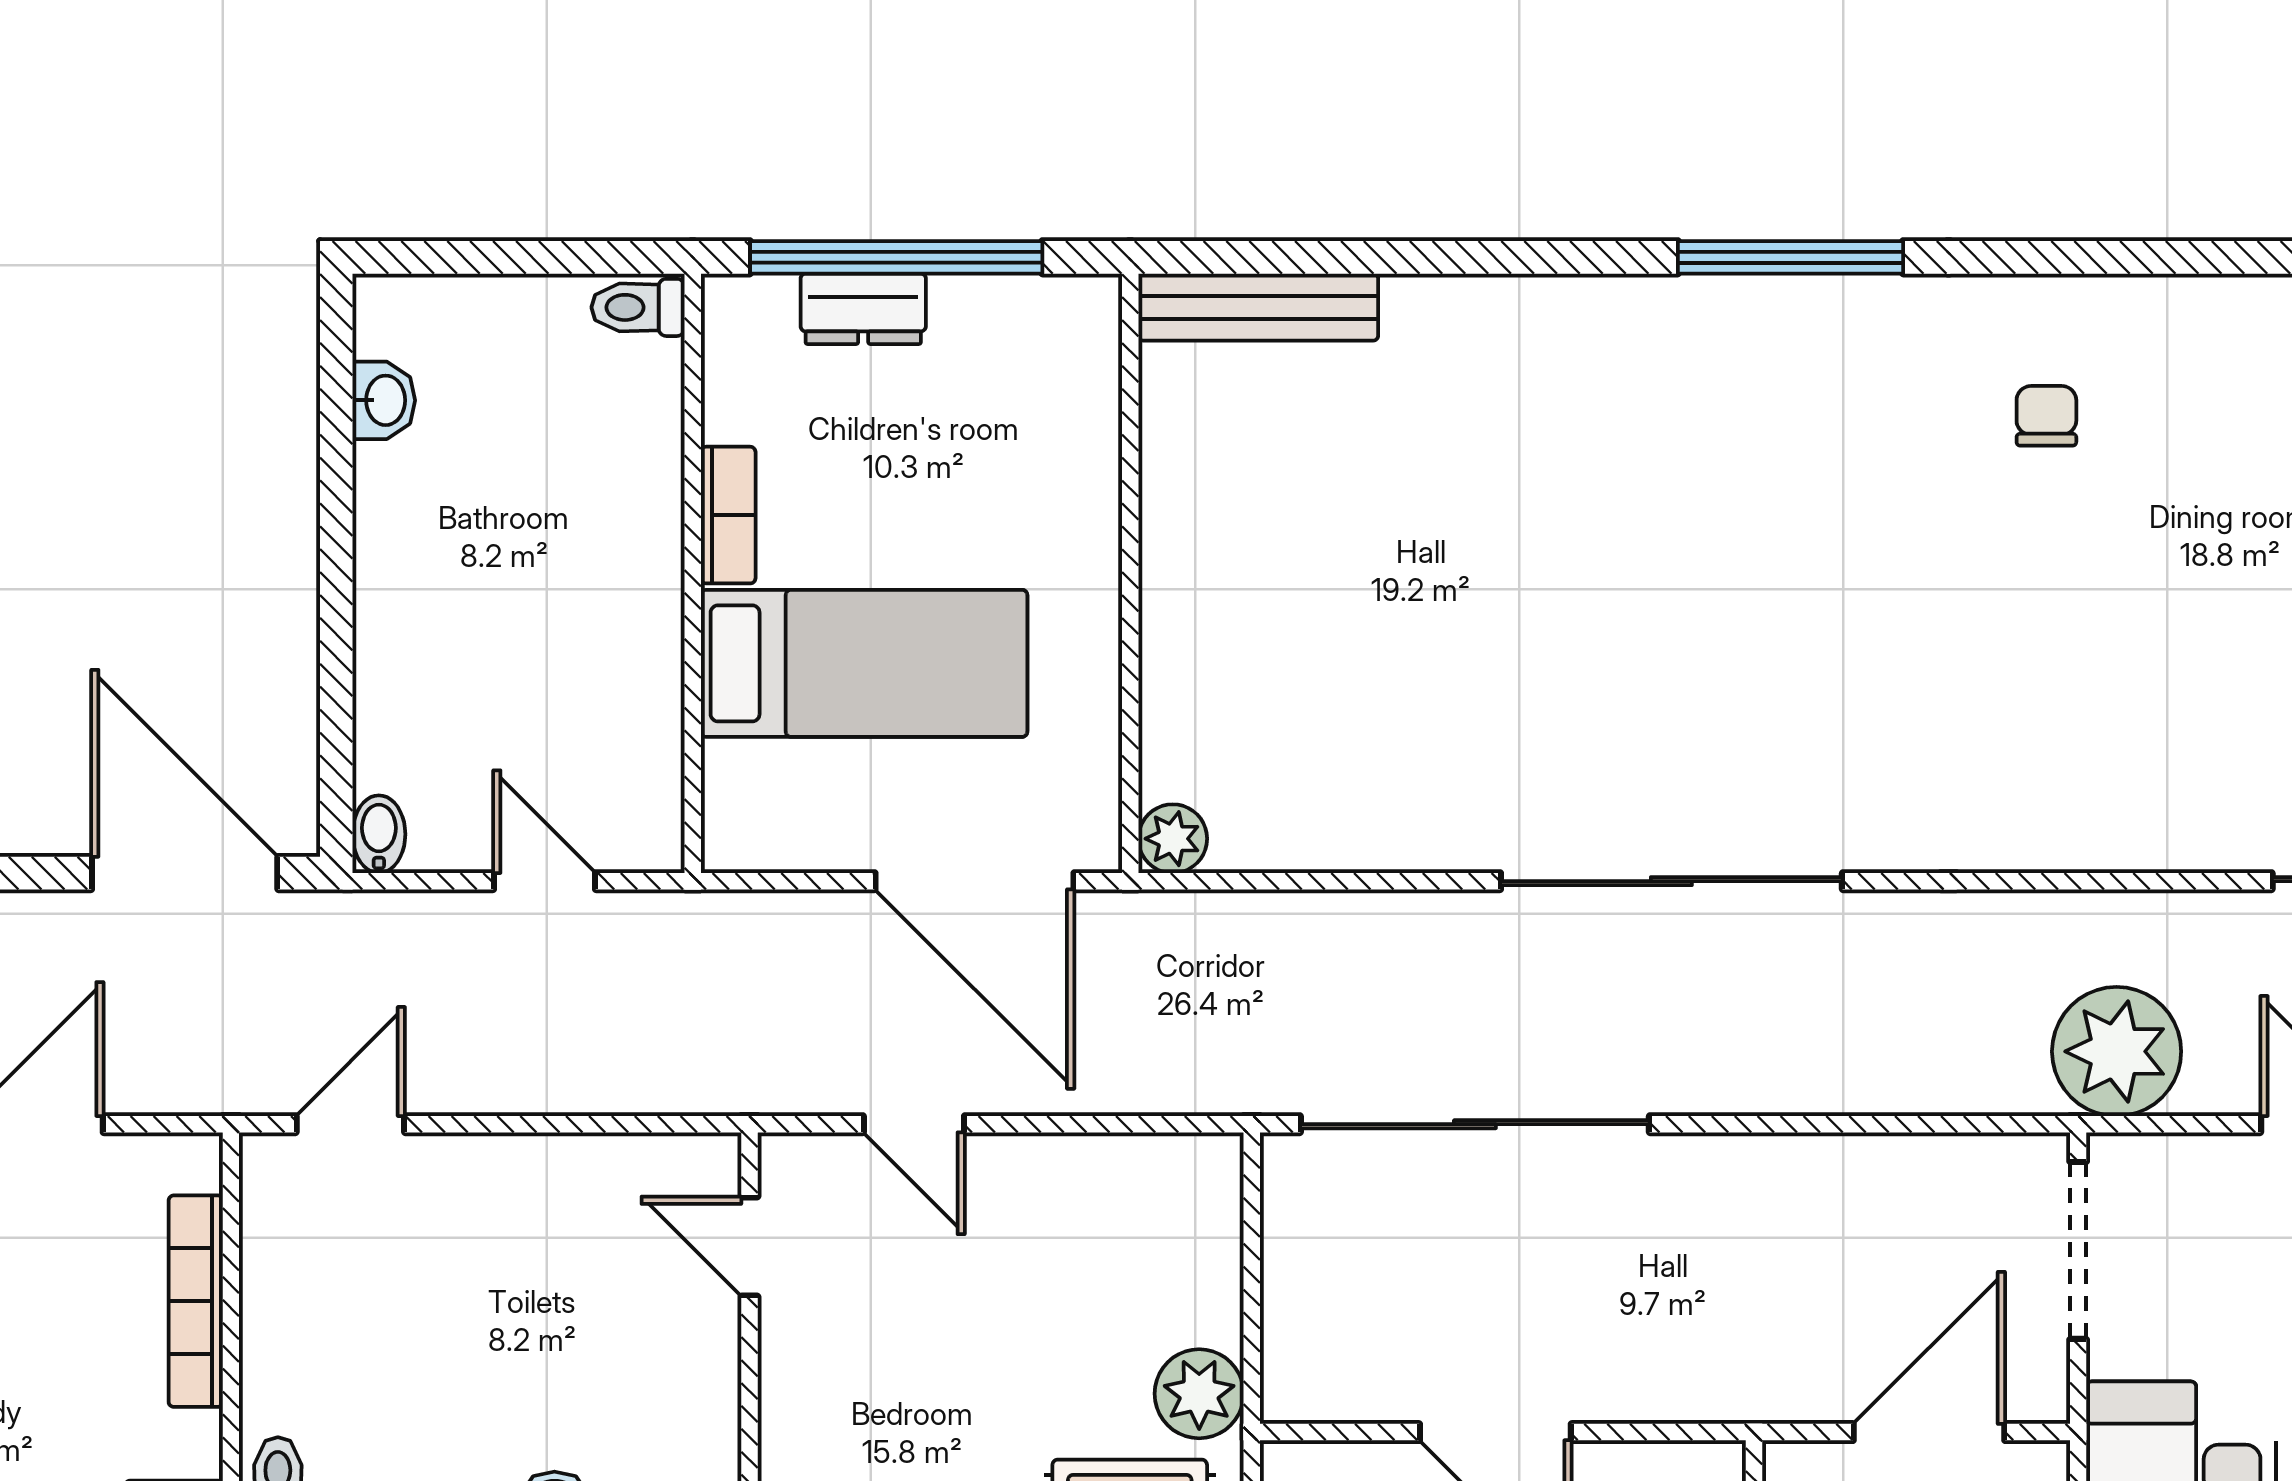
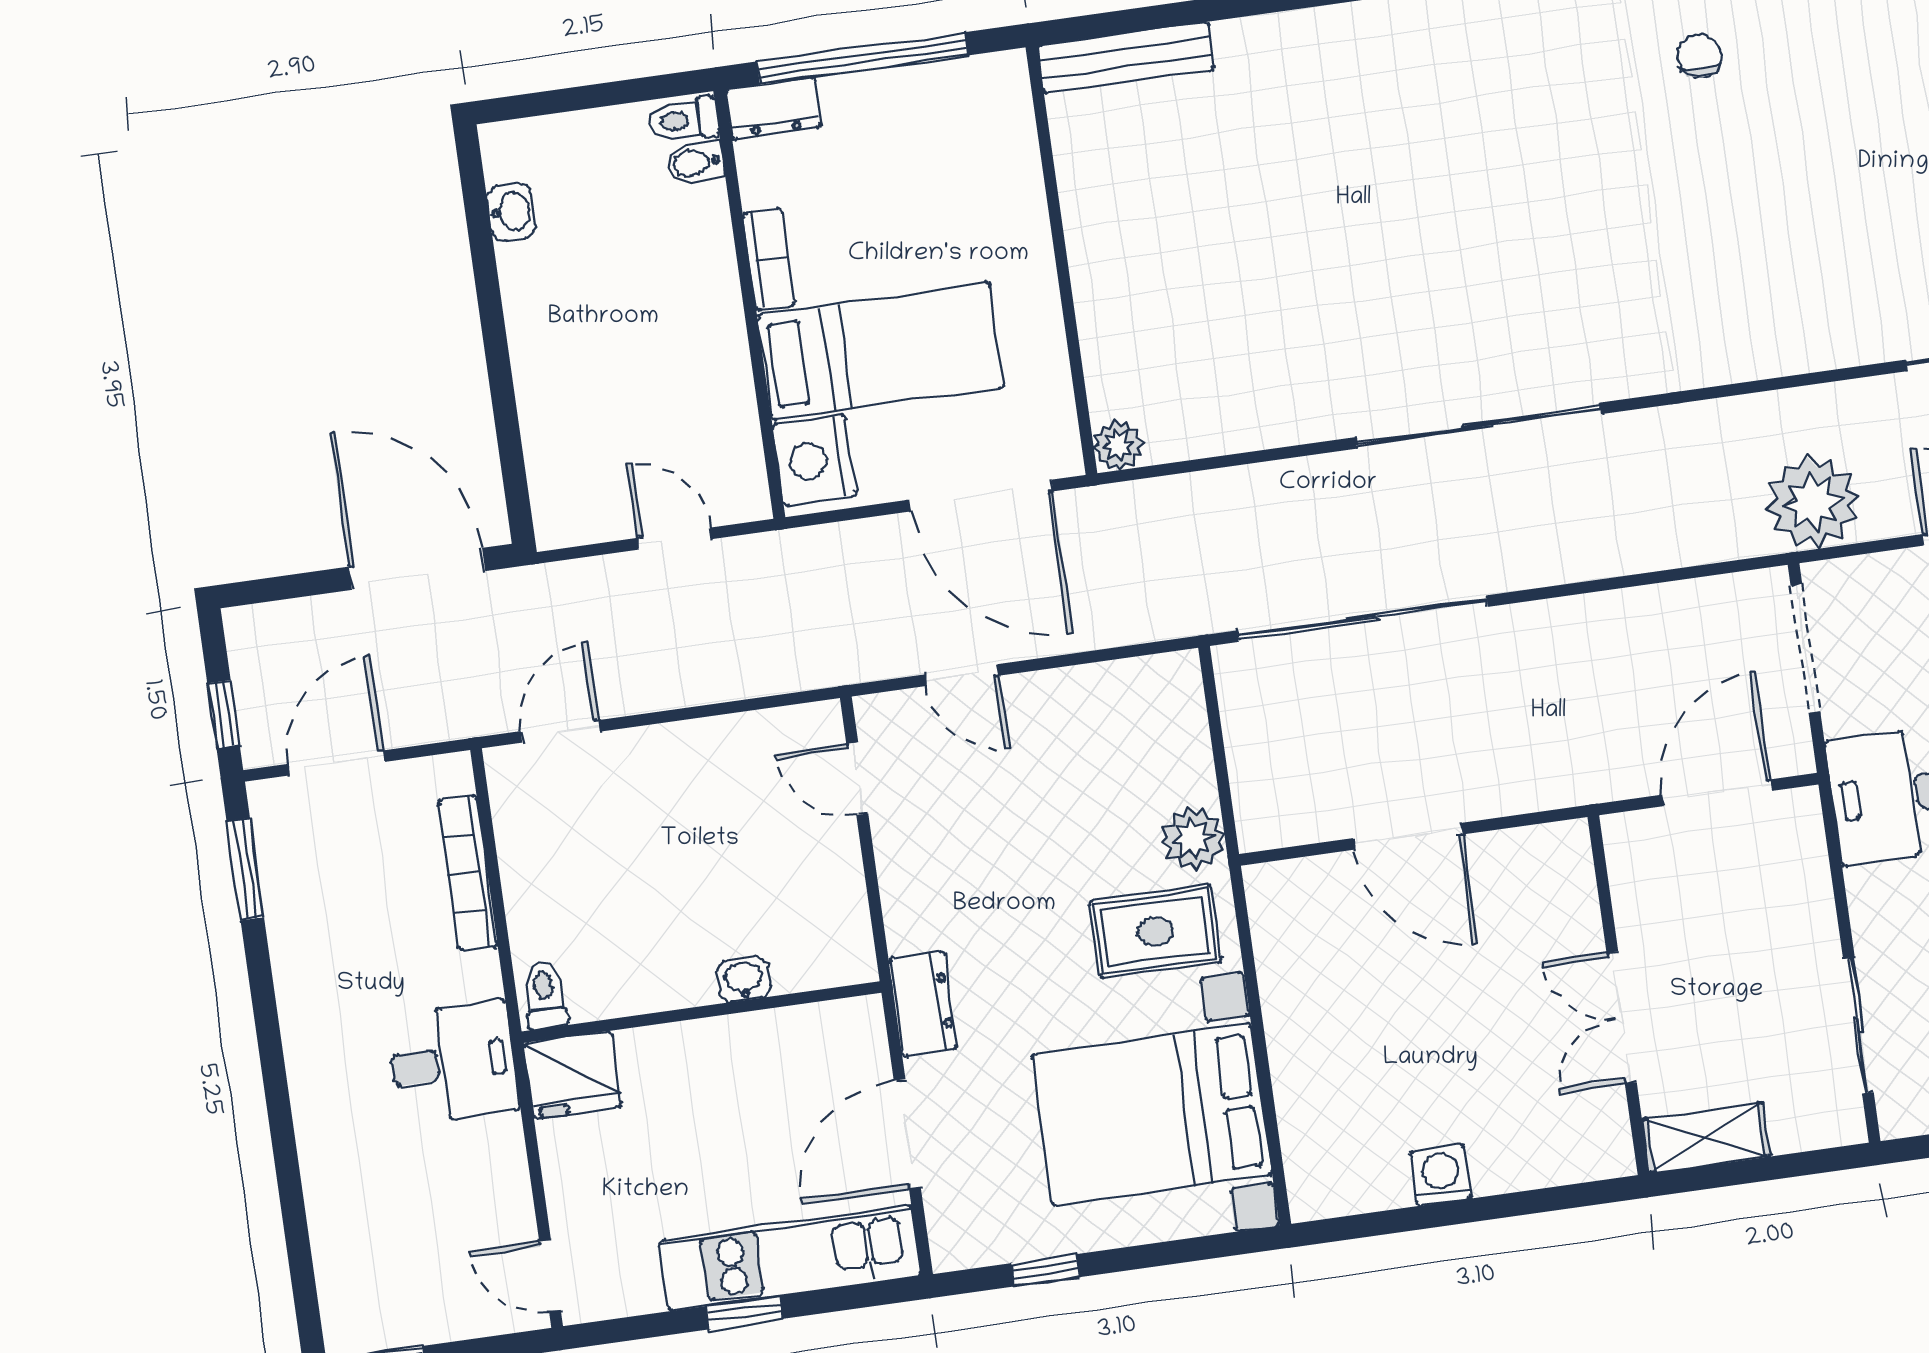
dresser: (863, 309) -> (773, 108), moved
nightstand: (752, 800) -> (814, 460), added
bidet: (379, 834) -> (695, 163), moved, turned -90

